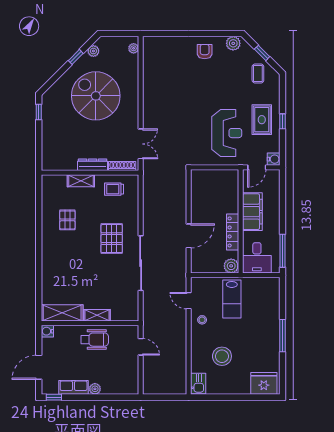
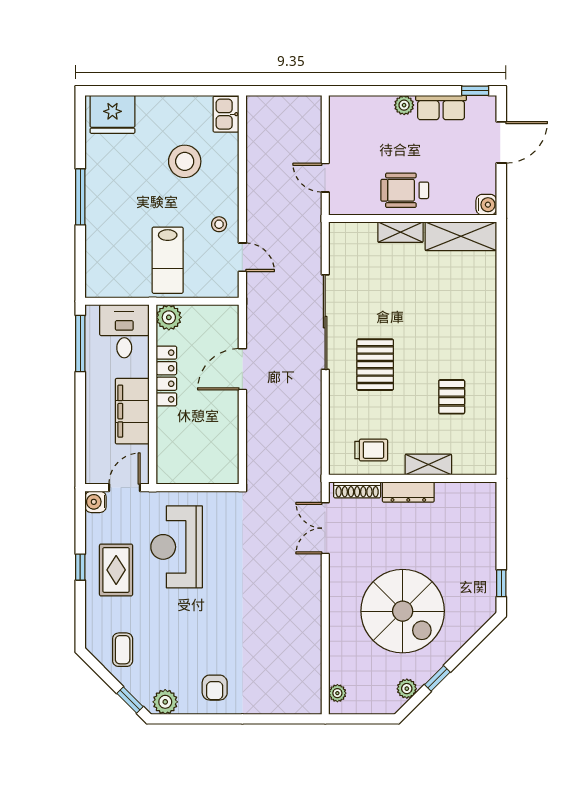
window: (262, 53) -> (130, 700), moved
lab bench: (232, 299) -> (168, 260), turned 180

